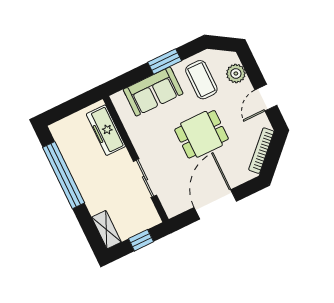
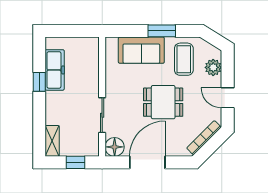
door: (266, 98) -> (228, 98), hinge flipped
freezer: (106, 130) -> (55, 70), moved, turned 180
window: (64, 175) -> (39, 82), width x0.32
floor lamp: (174, 205) -> (115, 147), added

